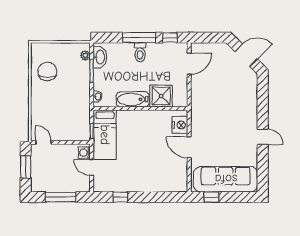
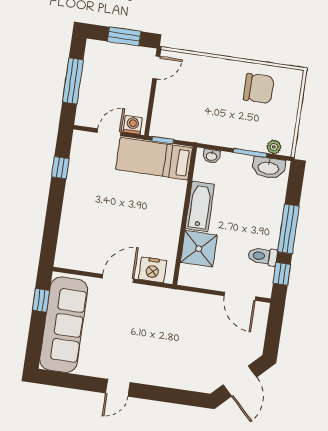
toilet: (140, 52) -> (263, 256), moved

